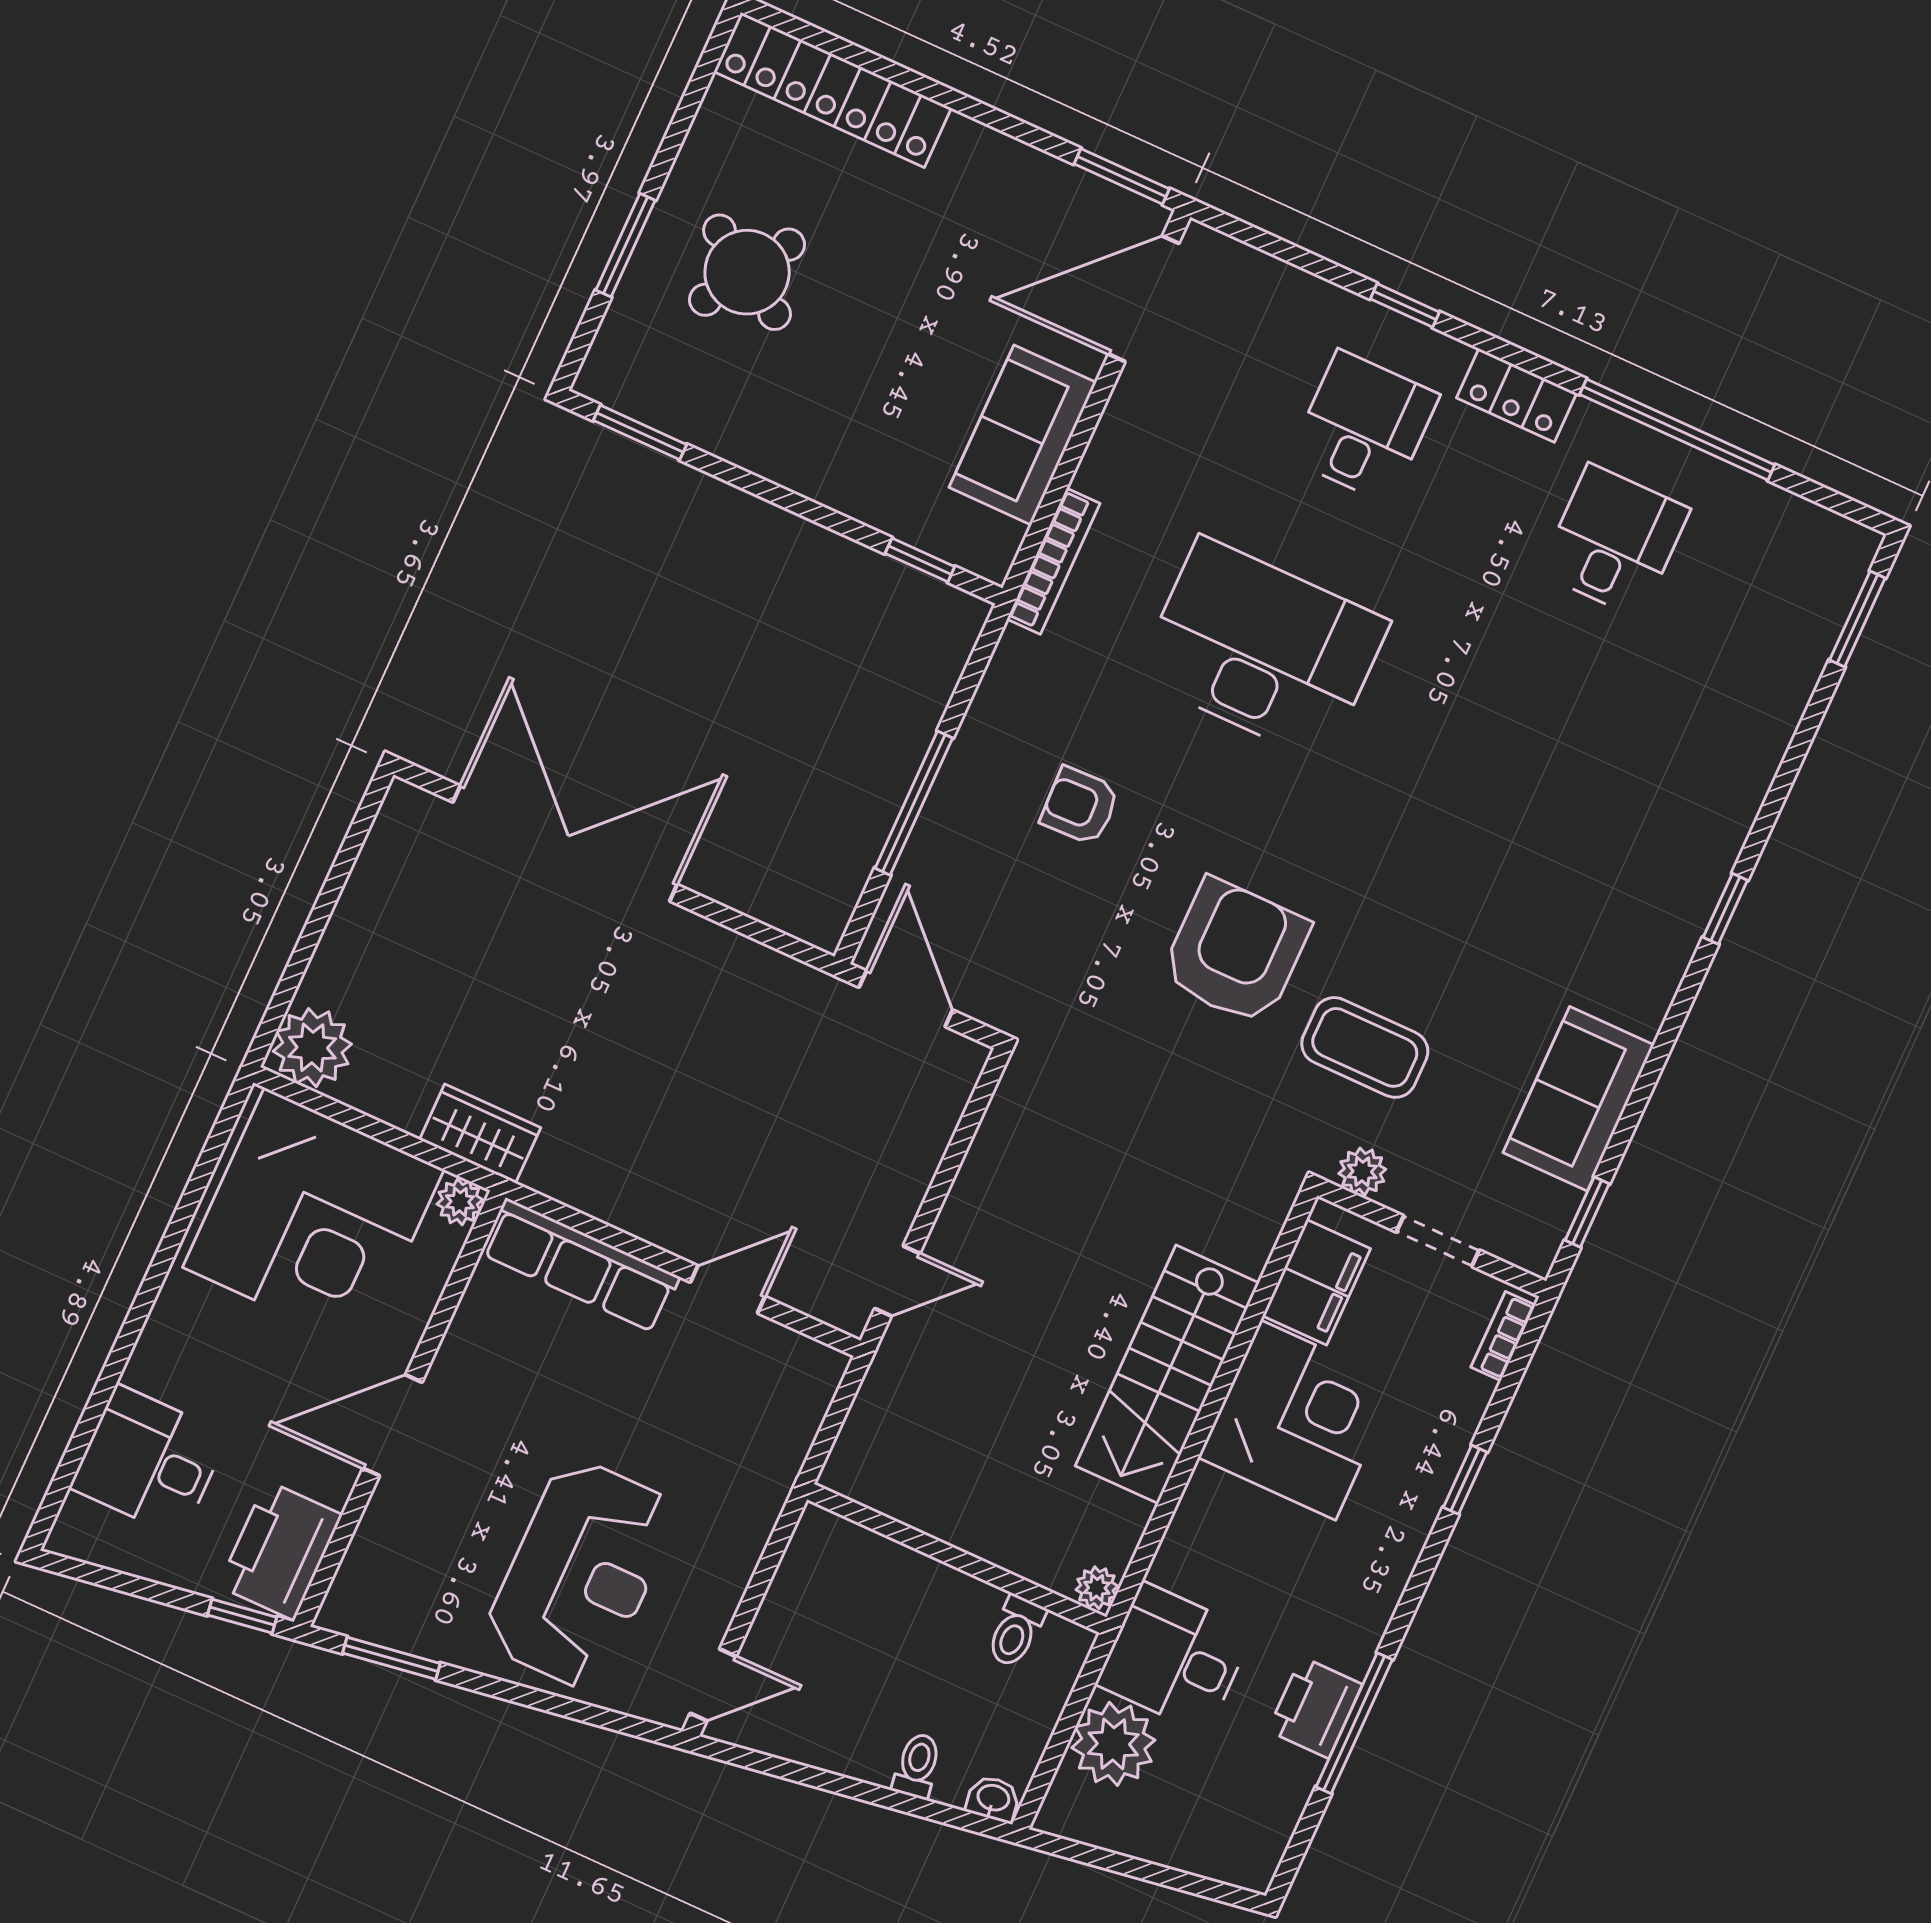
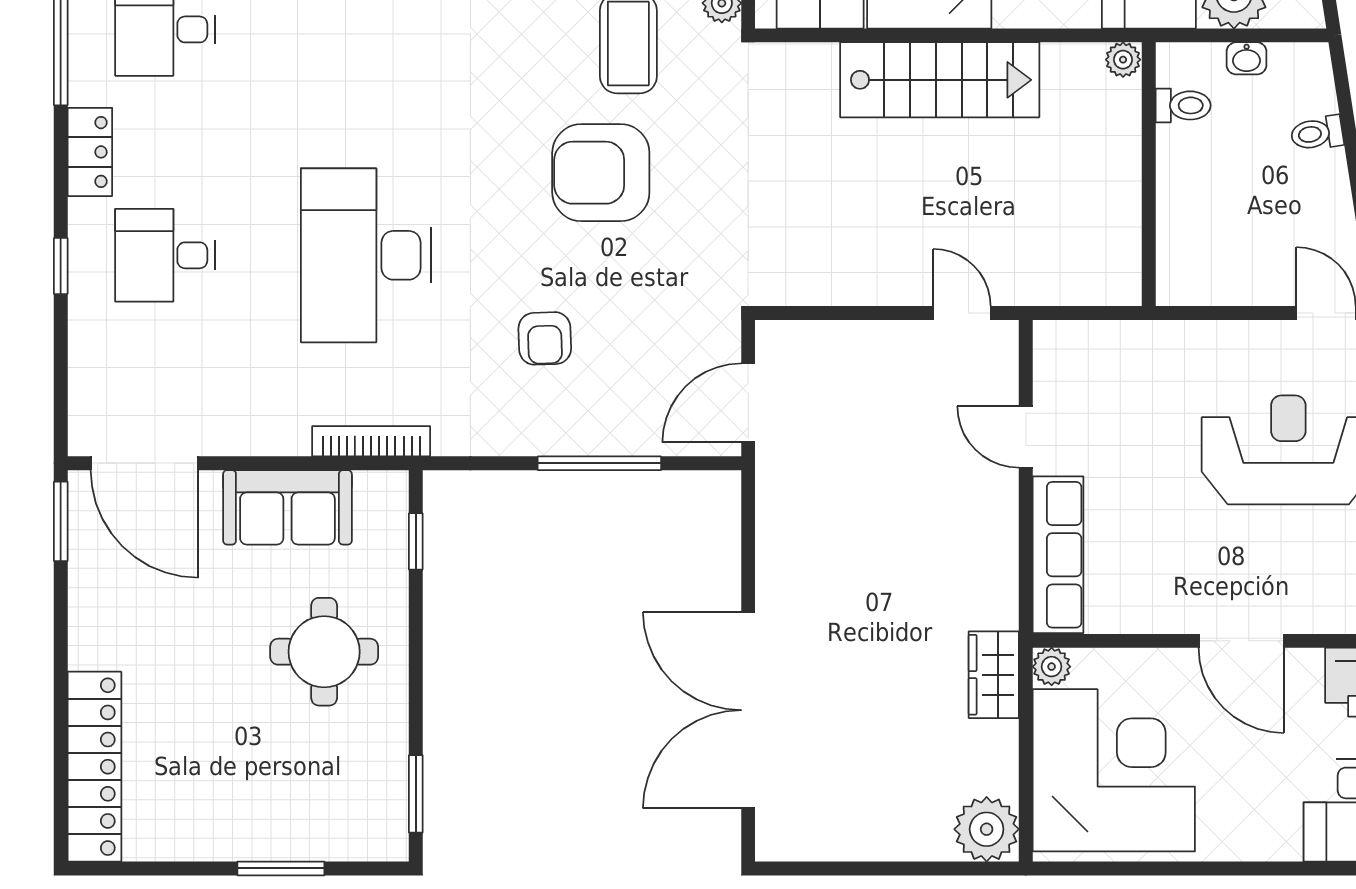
round table: (747, 272) -> (324, 652), moved, turned -32
washbasin: (993, 1799) -> (1247, 58), moved, turned -81

